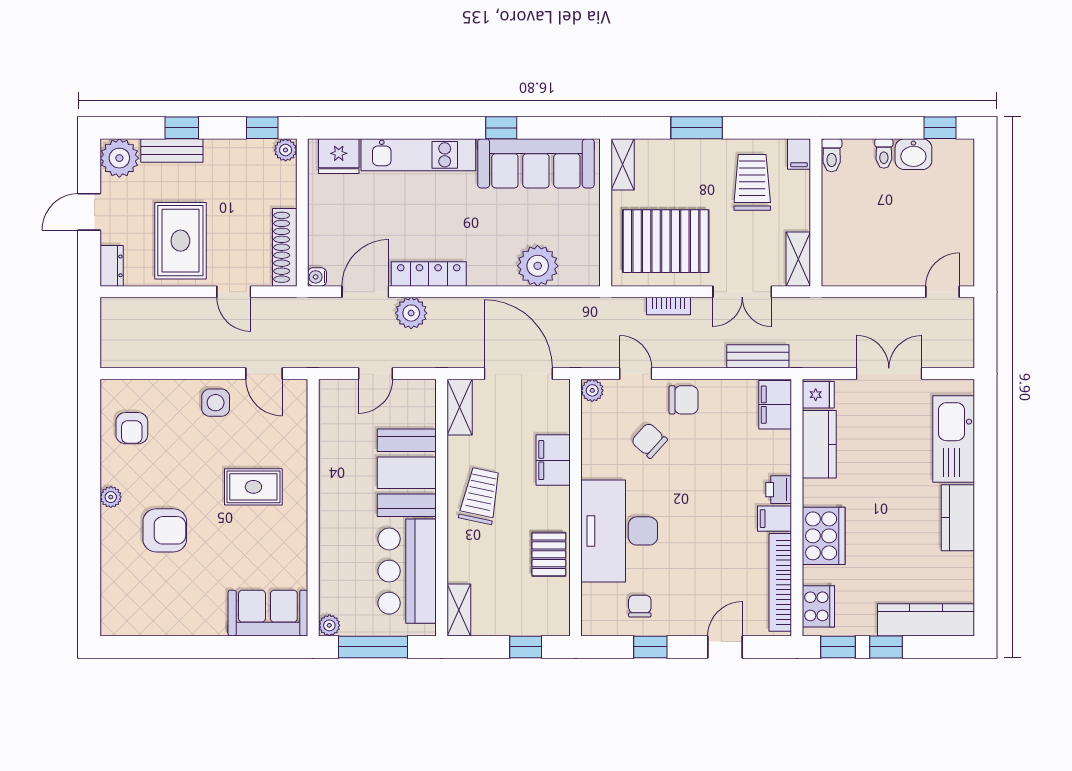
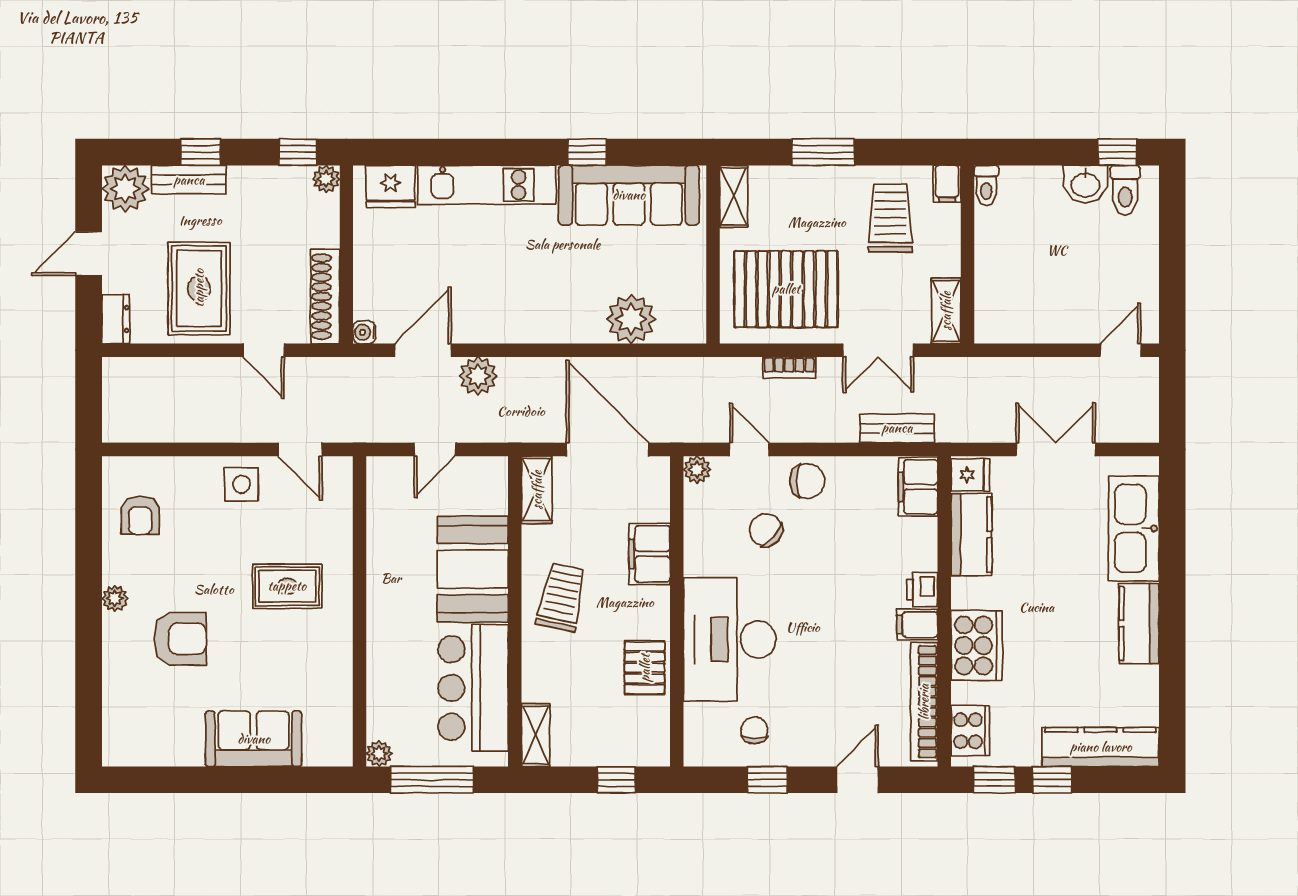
toilet: (884, 154) -> (1125, 190), moved, width x1.37, depth x1.39
locker: (429, 274) -> (499, 329), removed
sofa: (268, 613) -> (254, 739), moved

